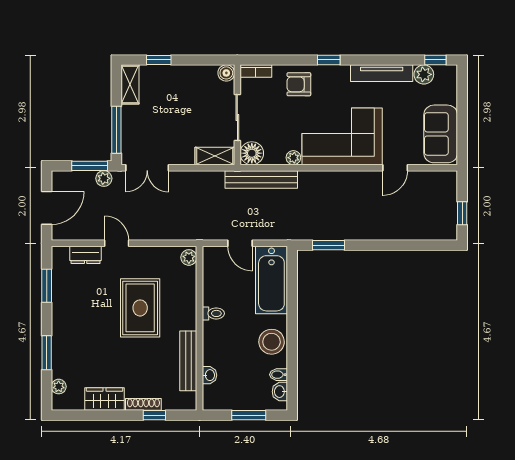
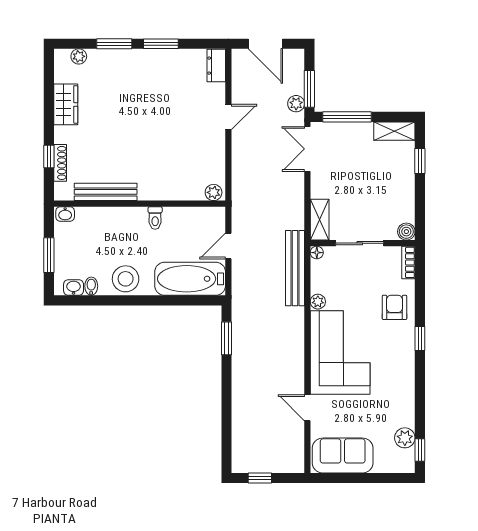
tv unit: (382, 73) -> (406, 394), removed
floor lamp: (252, 153) -> (317, 253), width x0.53, depth x0.53
dresser: (86, 255) -> (216, 66), moved
window: (47, 286) -> (161, 44), moved
rug: (140, 308) -> (161, 142), removed
washbasin: (210, 375) -> (65, 214), moved
shoe rack: (143, 404) -> (60, 163), moved

